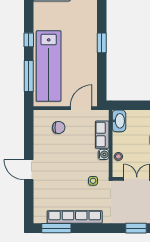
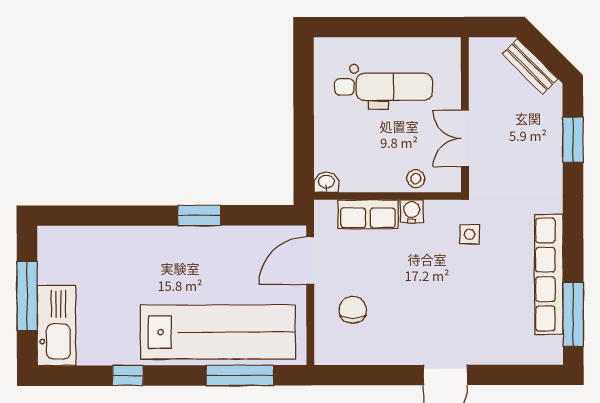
window: (29, 40) -> (128, 376), moved
window: (102, 43) -> (199, 215), moved
door: (81, 108) -> (310, 261), hinge flipped
washbasin: (119, 121) -> (326, 182), width x0.52, depth x0.69

